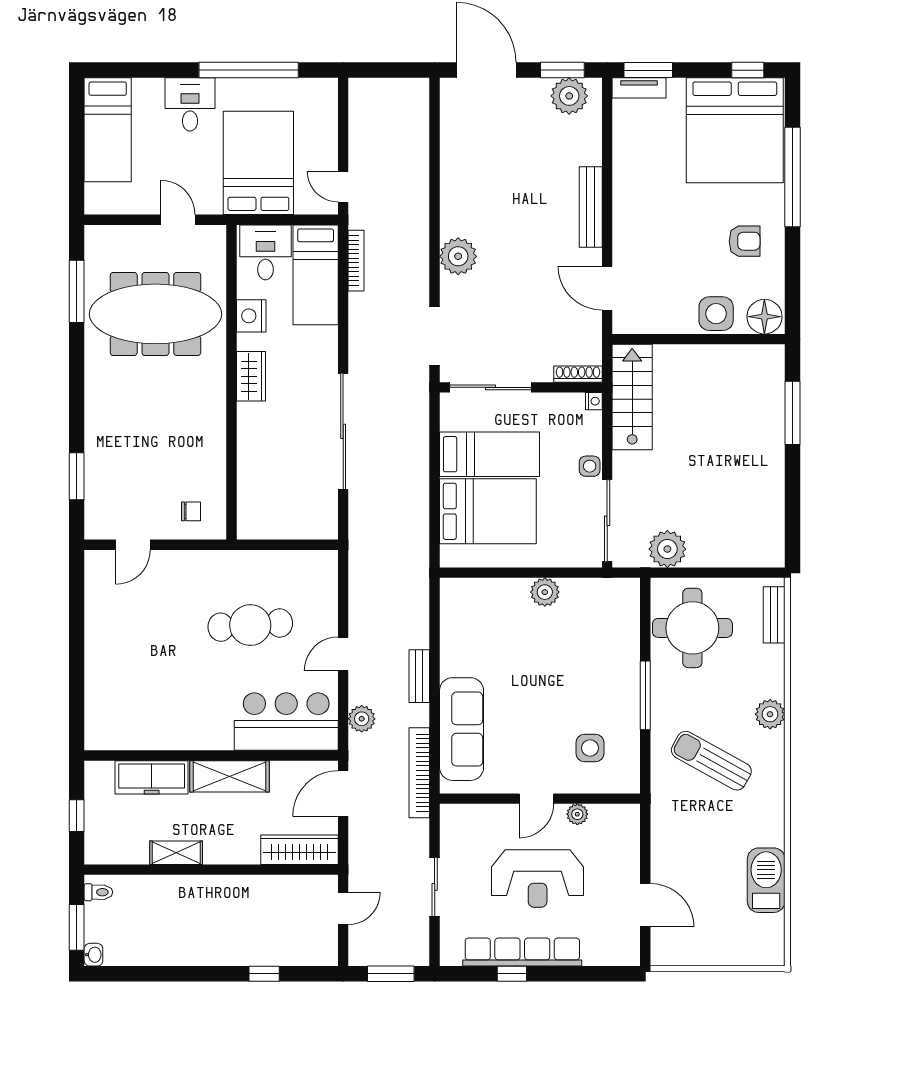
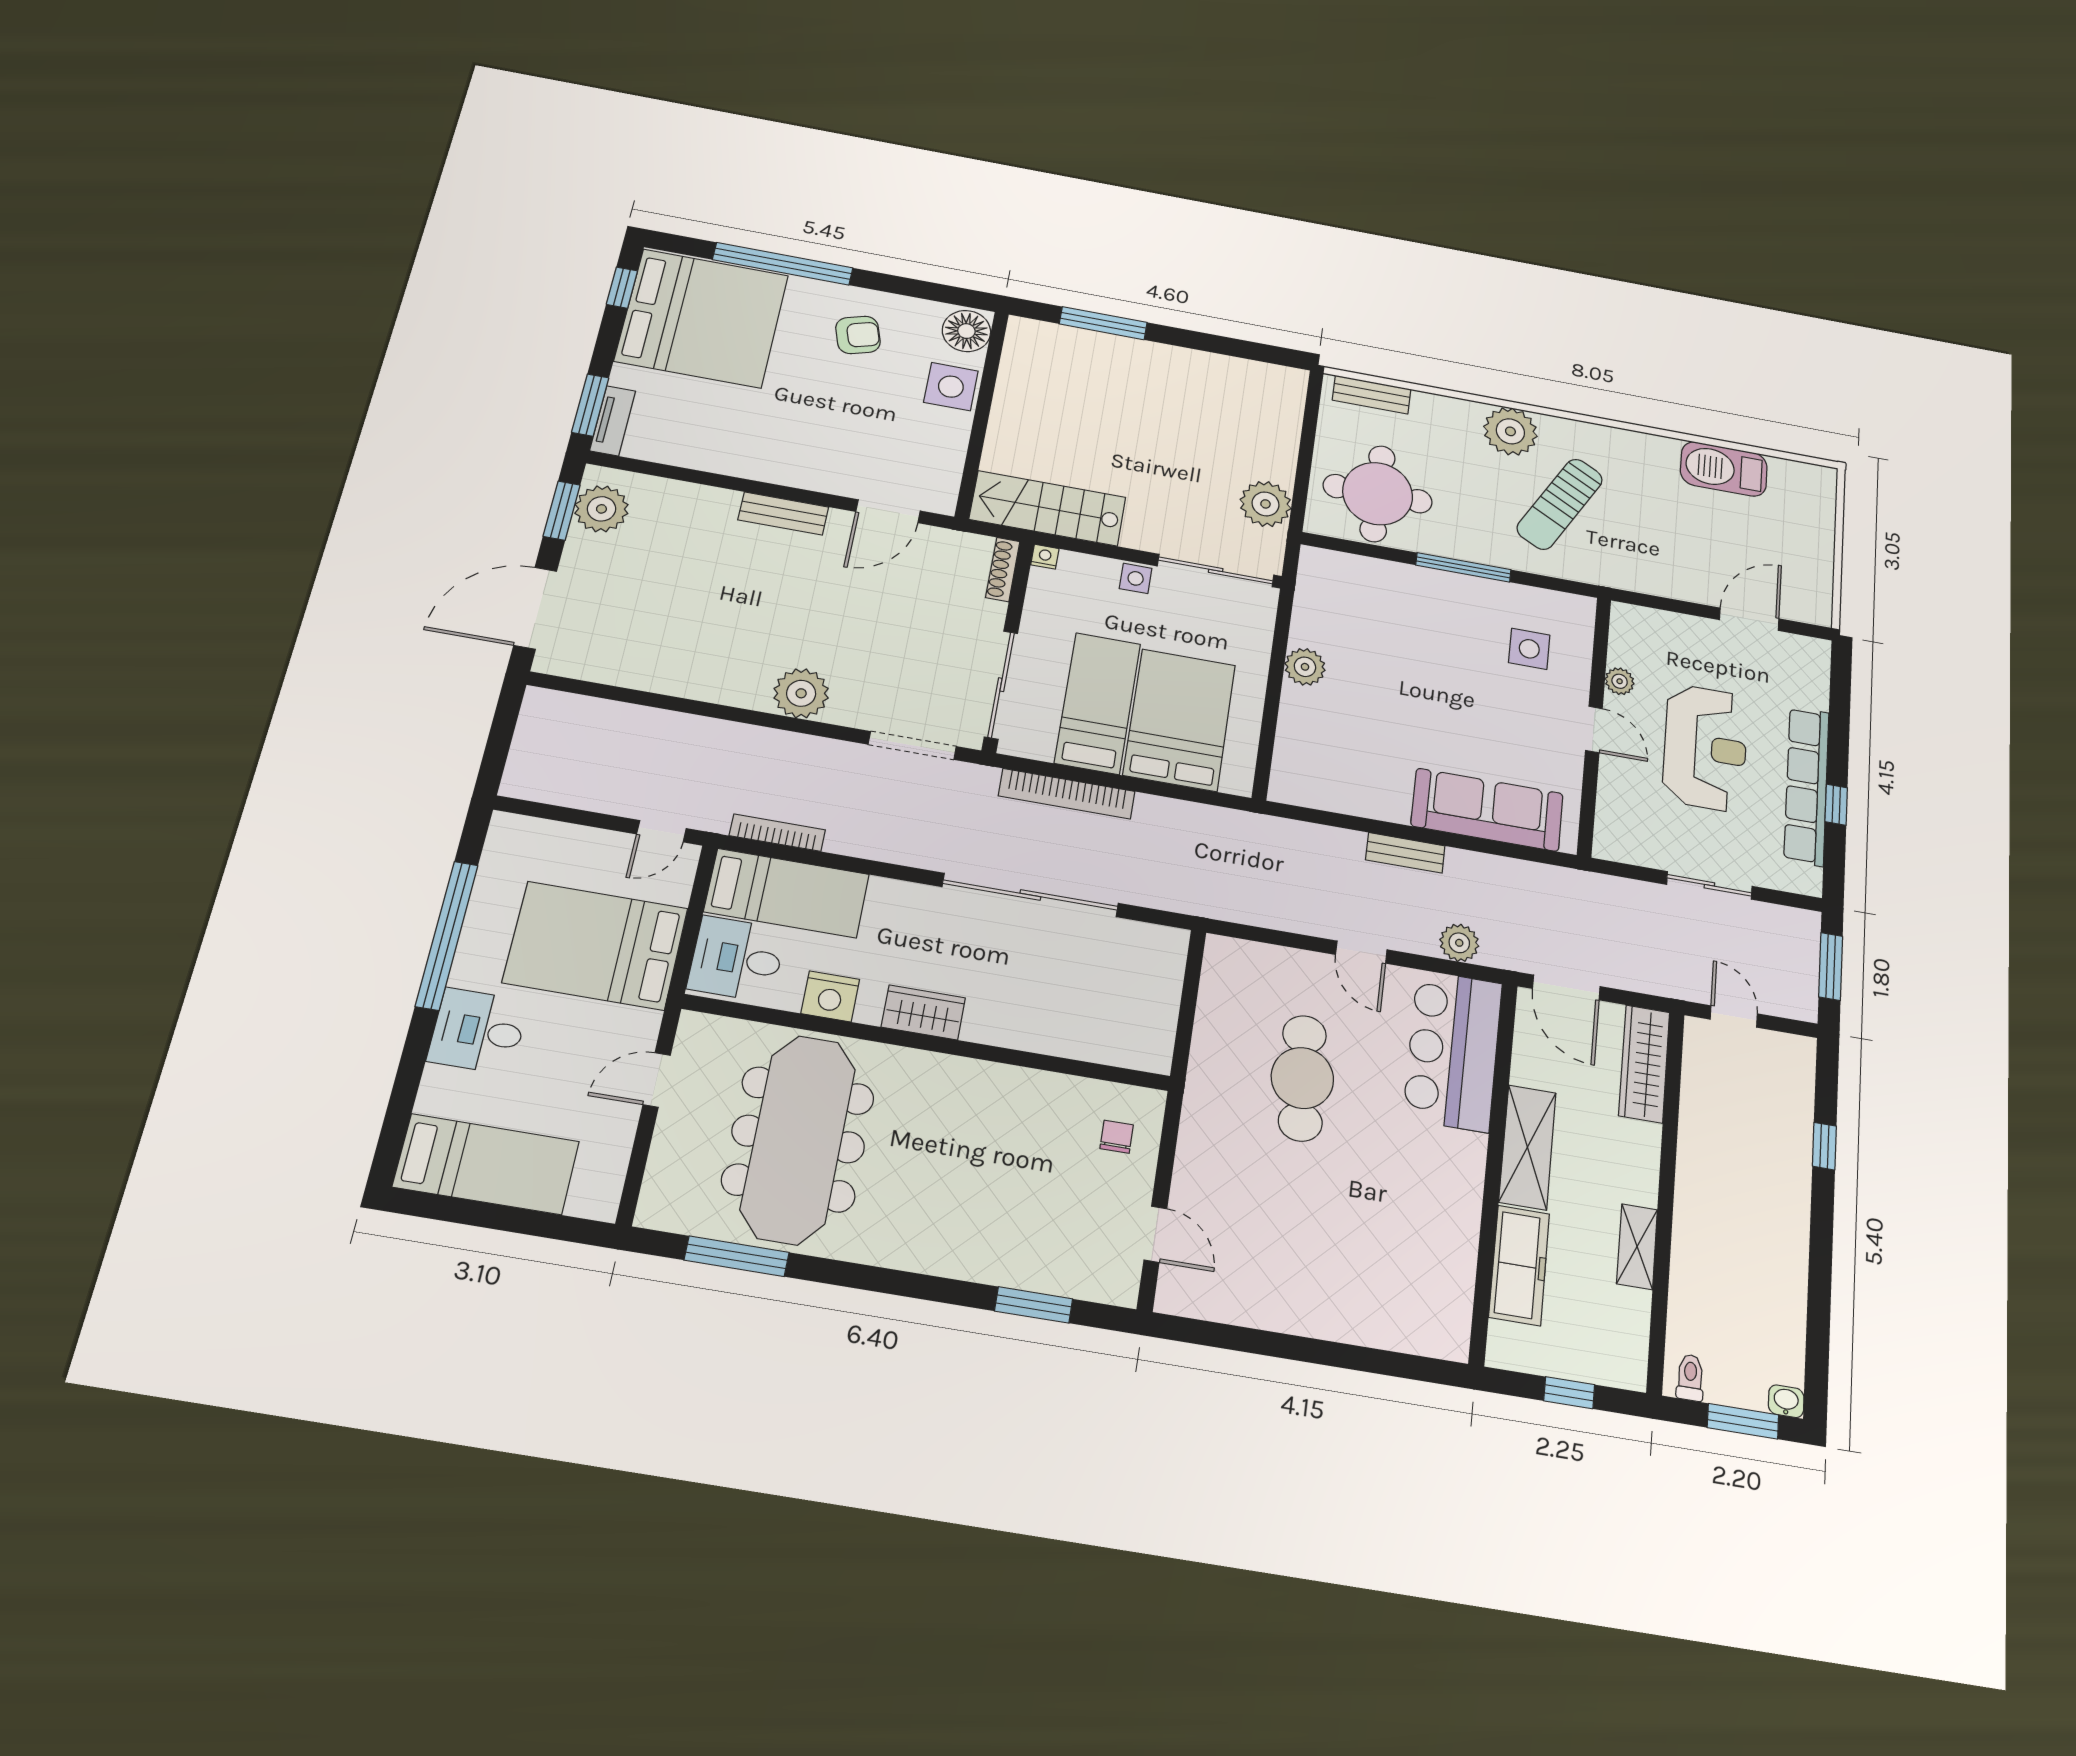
bench: (591, 207) -> (783, 513), width x0.73
armchair: (745, 241) -> (858, 335), turned 73
plant: (770, 714) -> (1510, 431), width x1.36, depth x1.36
bookcase: (419, 773) -> (1067, 794), moved

